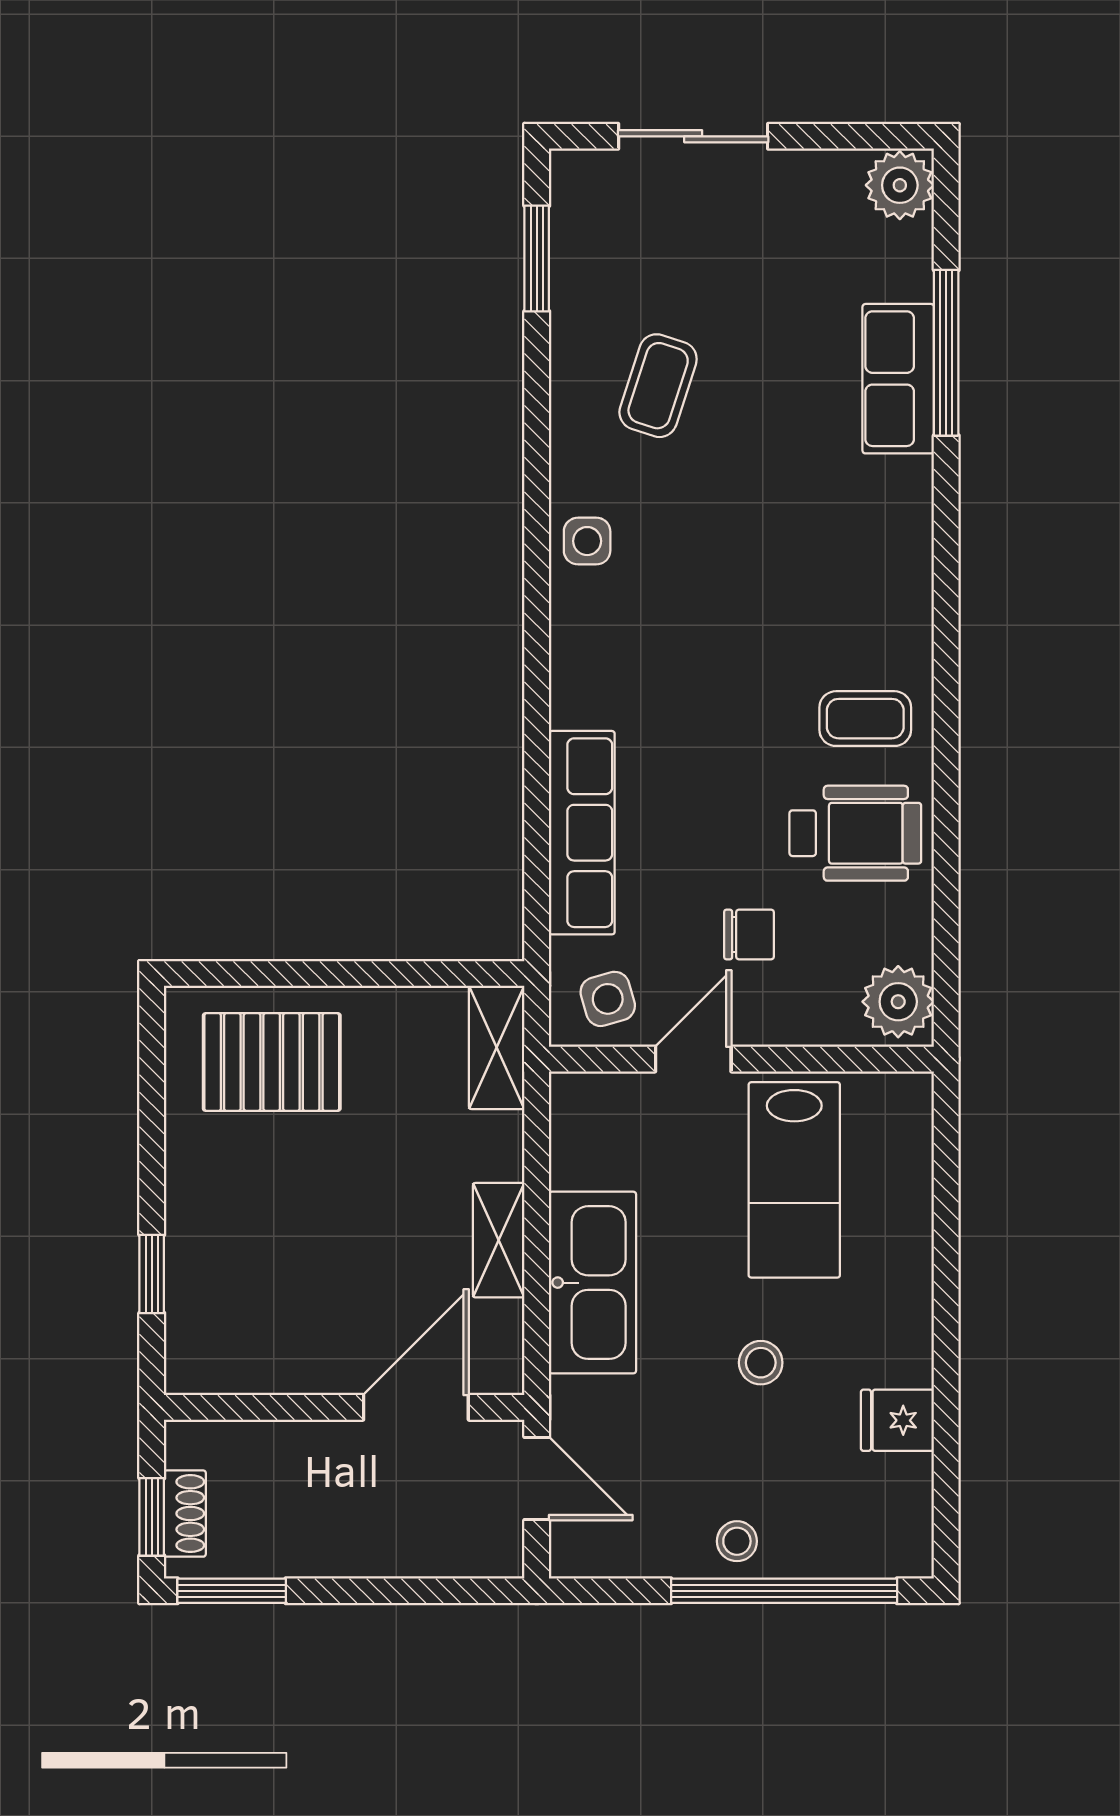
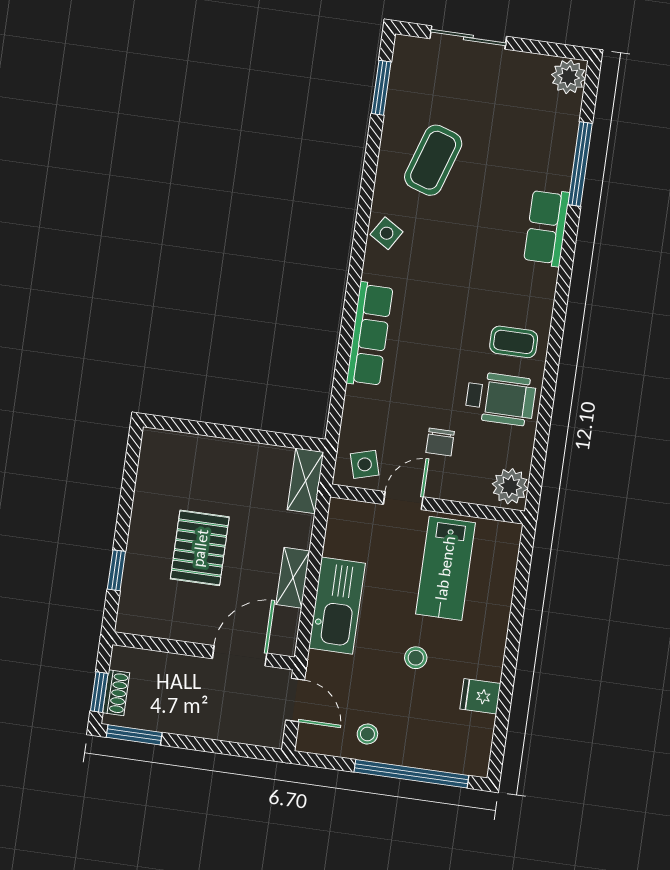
row of seats: (898, 379) -> (547, 227), moved
coffee table: (658, 386) -> (433, 160), width x1.36, depth x1.30
side table: (587, 541) -> (387, 233), turned 32
row of seats: (582, 833) -> (370, 334), moved
chair: (749, 934) -> (440, 442), turned 90
pallet: (272, 1062) -> (200, 548), moved, turned 90
stool: (737, 1541) -> (367, 734), moved

